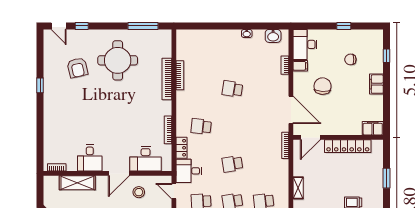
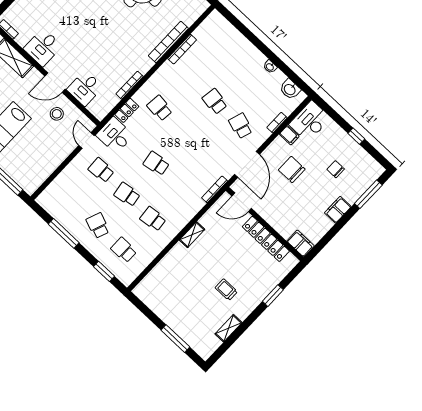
window: (386, 56) -> (368, 194), width x2.17
chair: (323, 86) -> (292, 169), turned -93
school desk: (264, 89) -> (241, 126), added
desk: (146, 159) -> (85, 88), width x0.73

